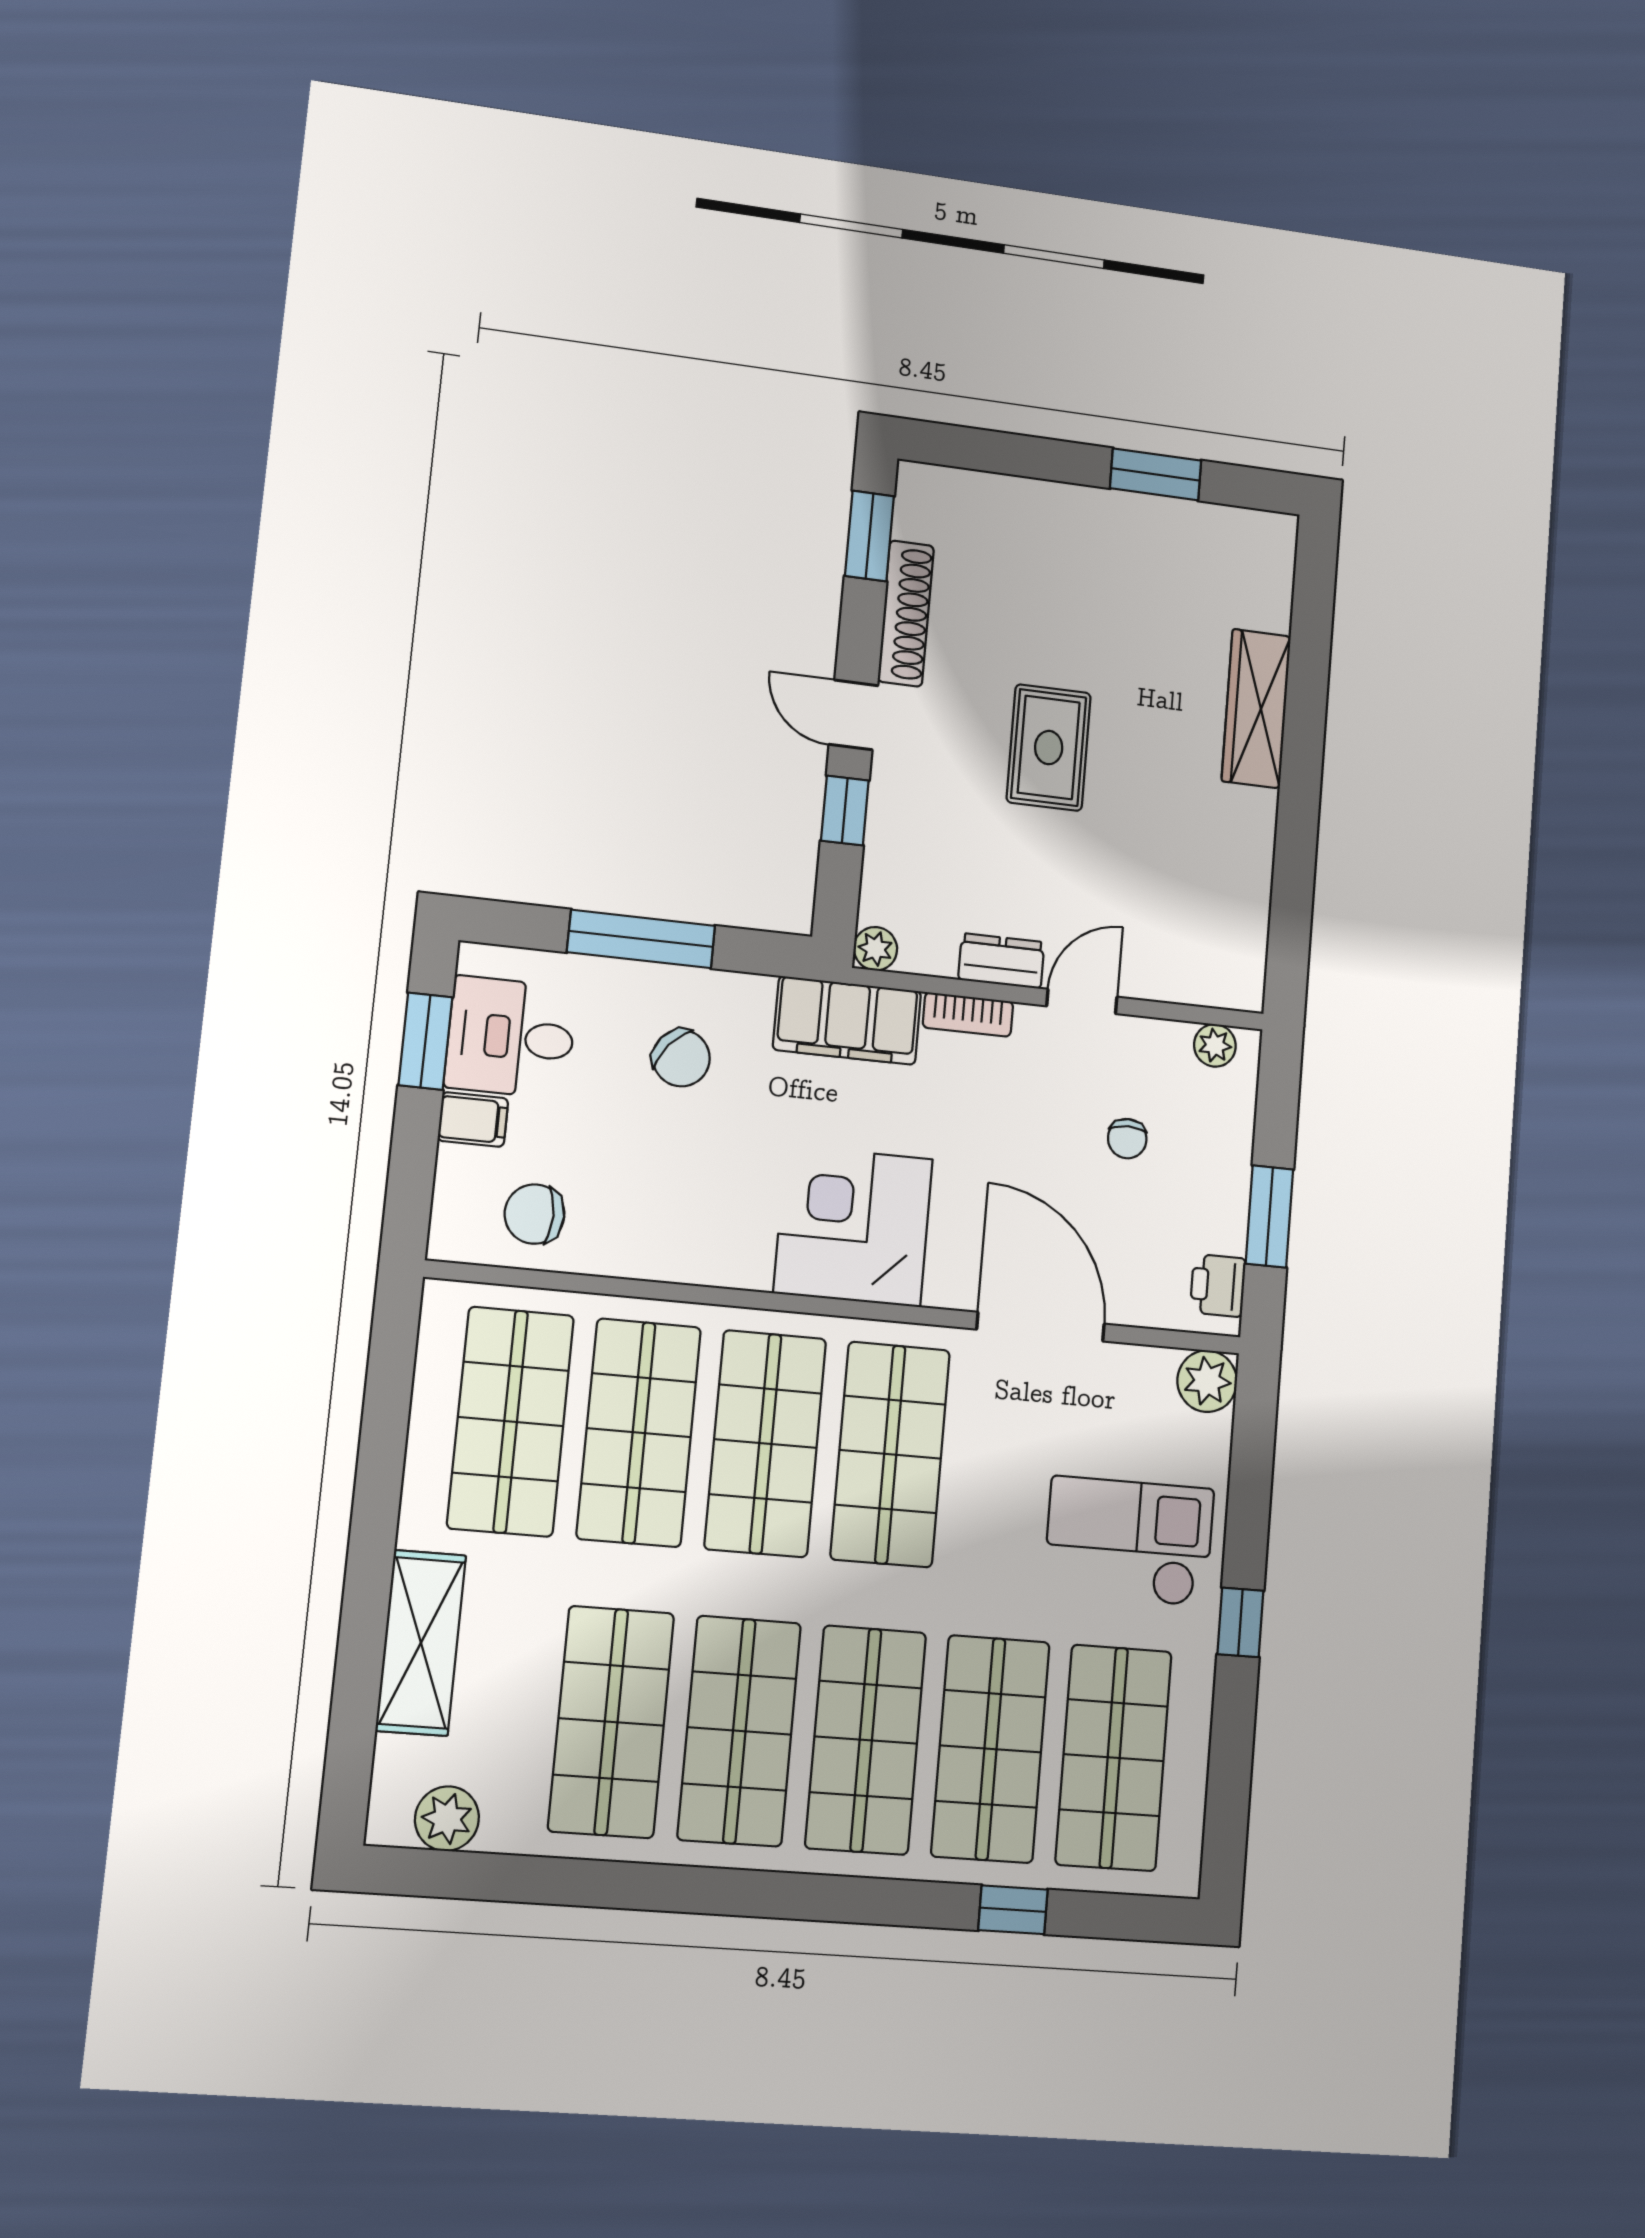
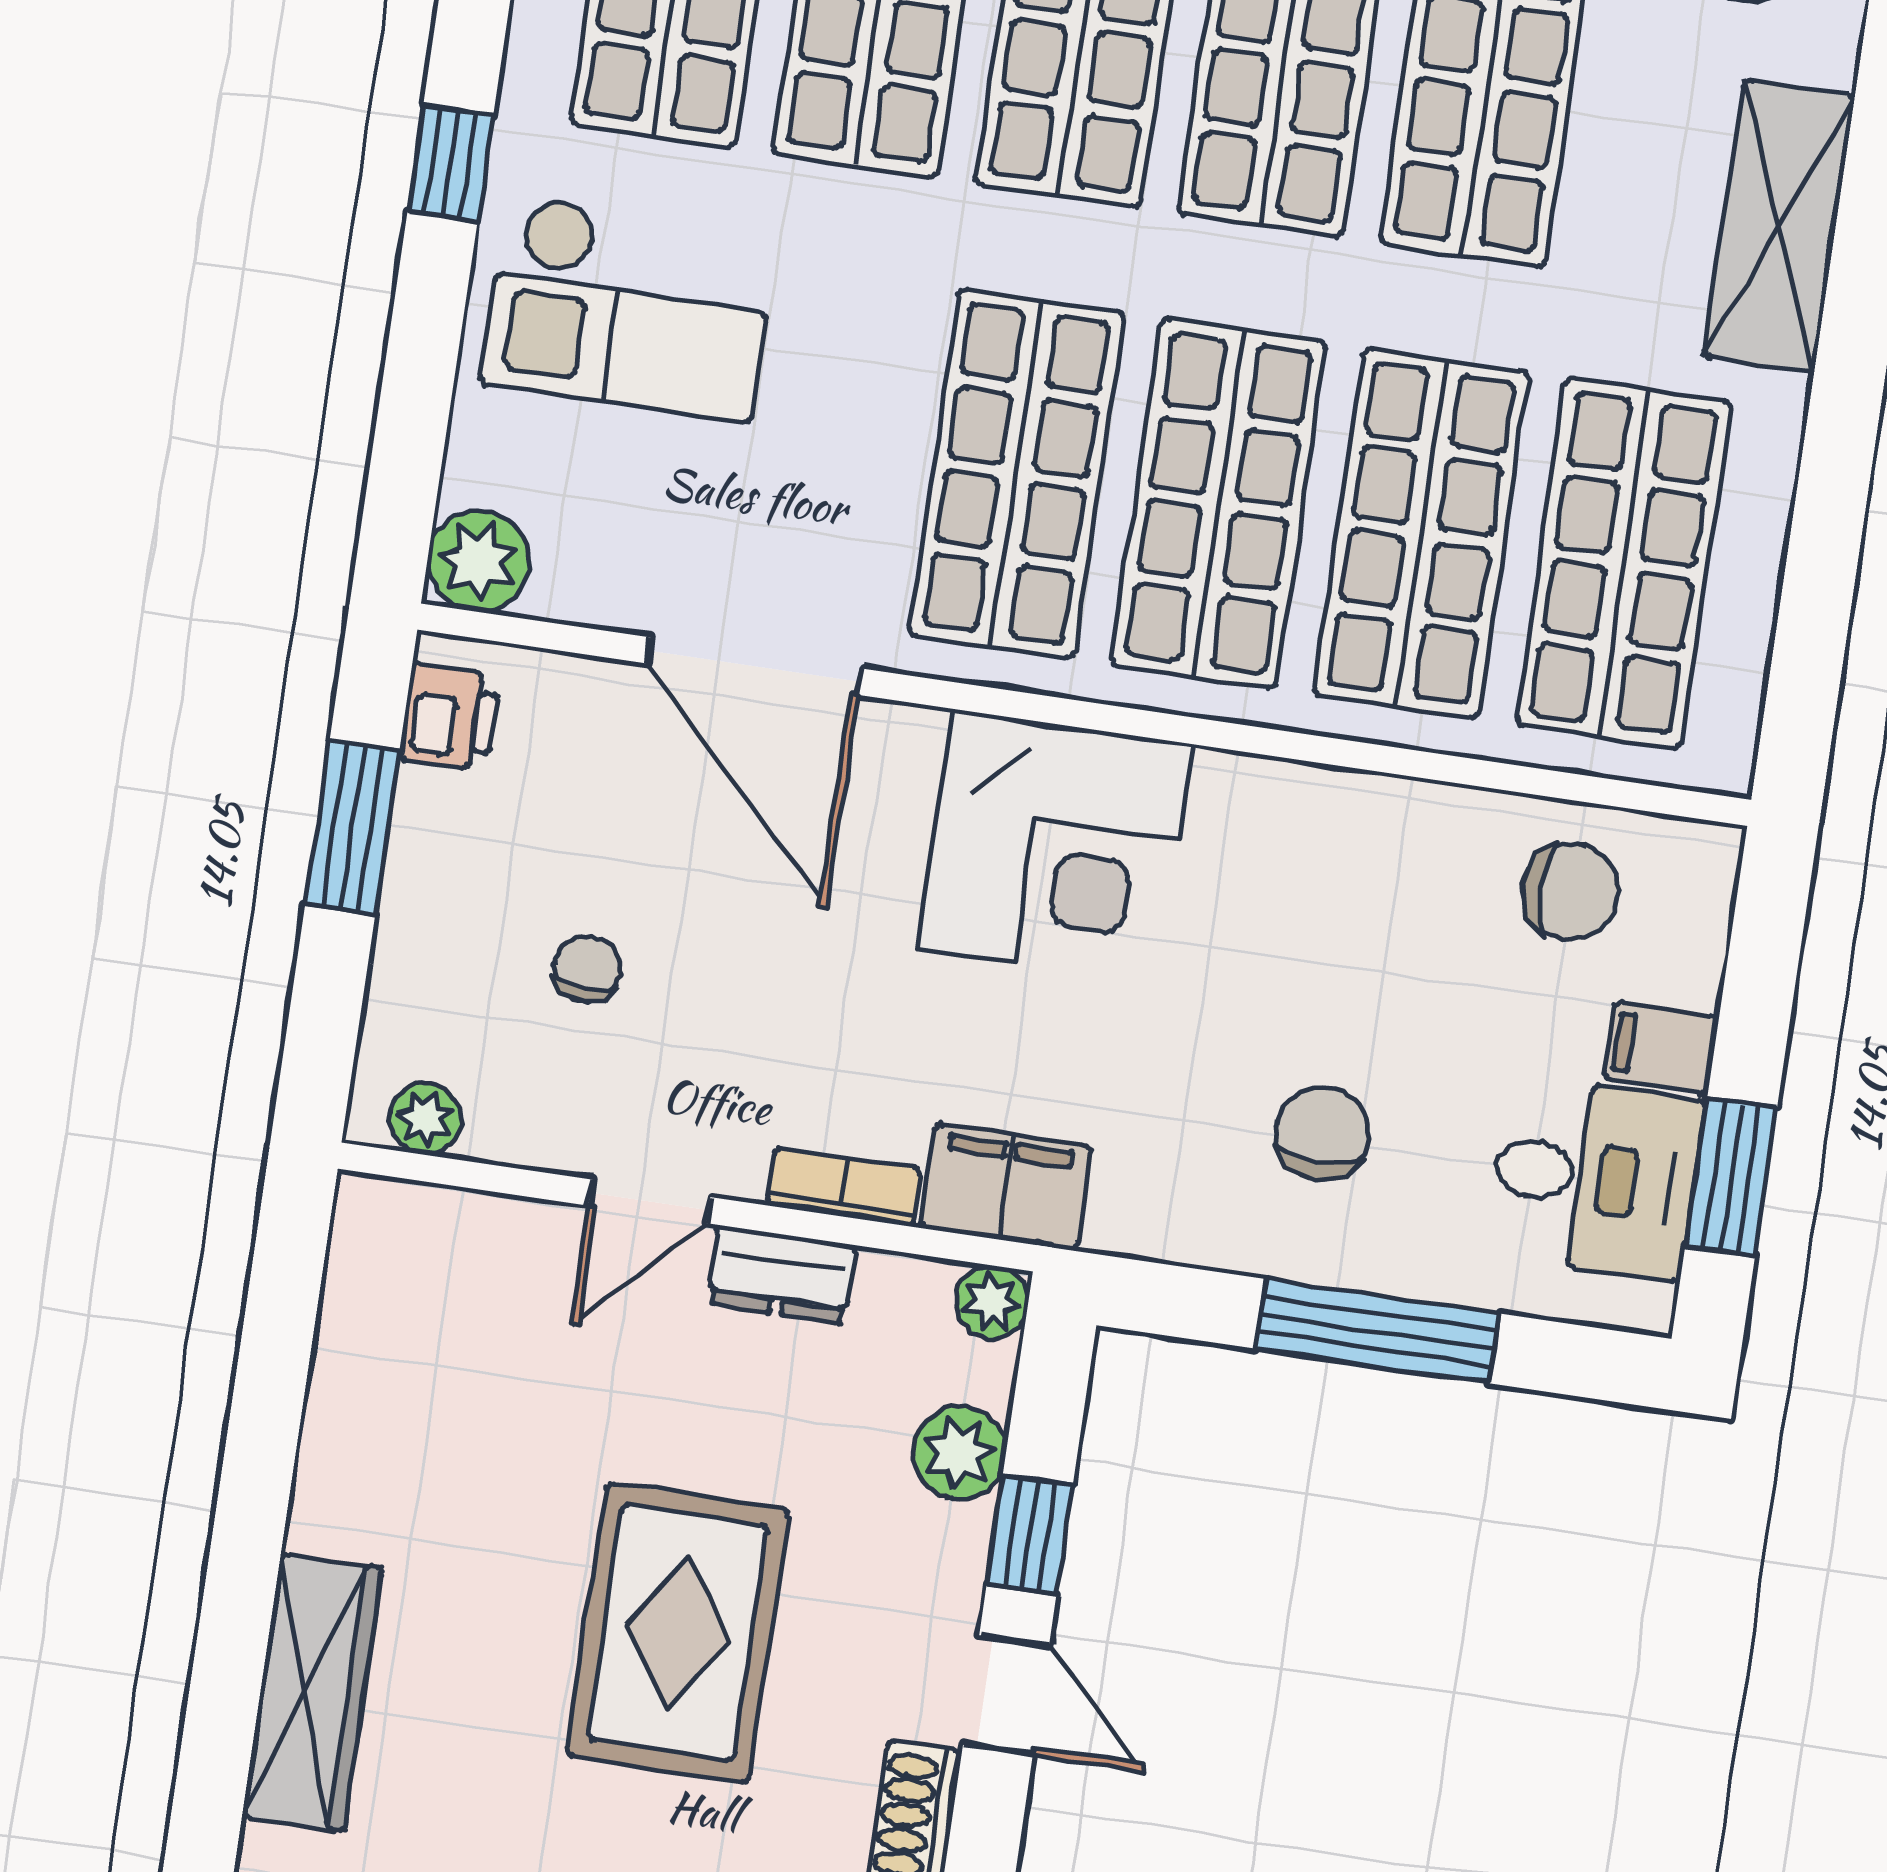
rug: (1049, 748) -> (678, 1633), width x1.36, depth x1.43
plant: (890, 858) -> (959, 1453), added
filing cabinet: (847, 1020) -> (1006, 1187), width x0.67, depth x0.86
chair: (681, 1058) -> (1322, 1133), turned 50

